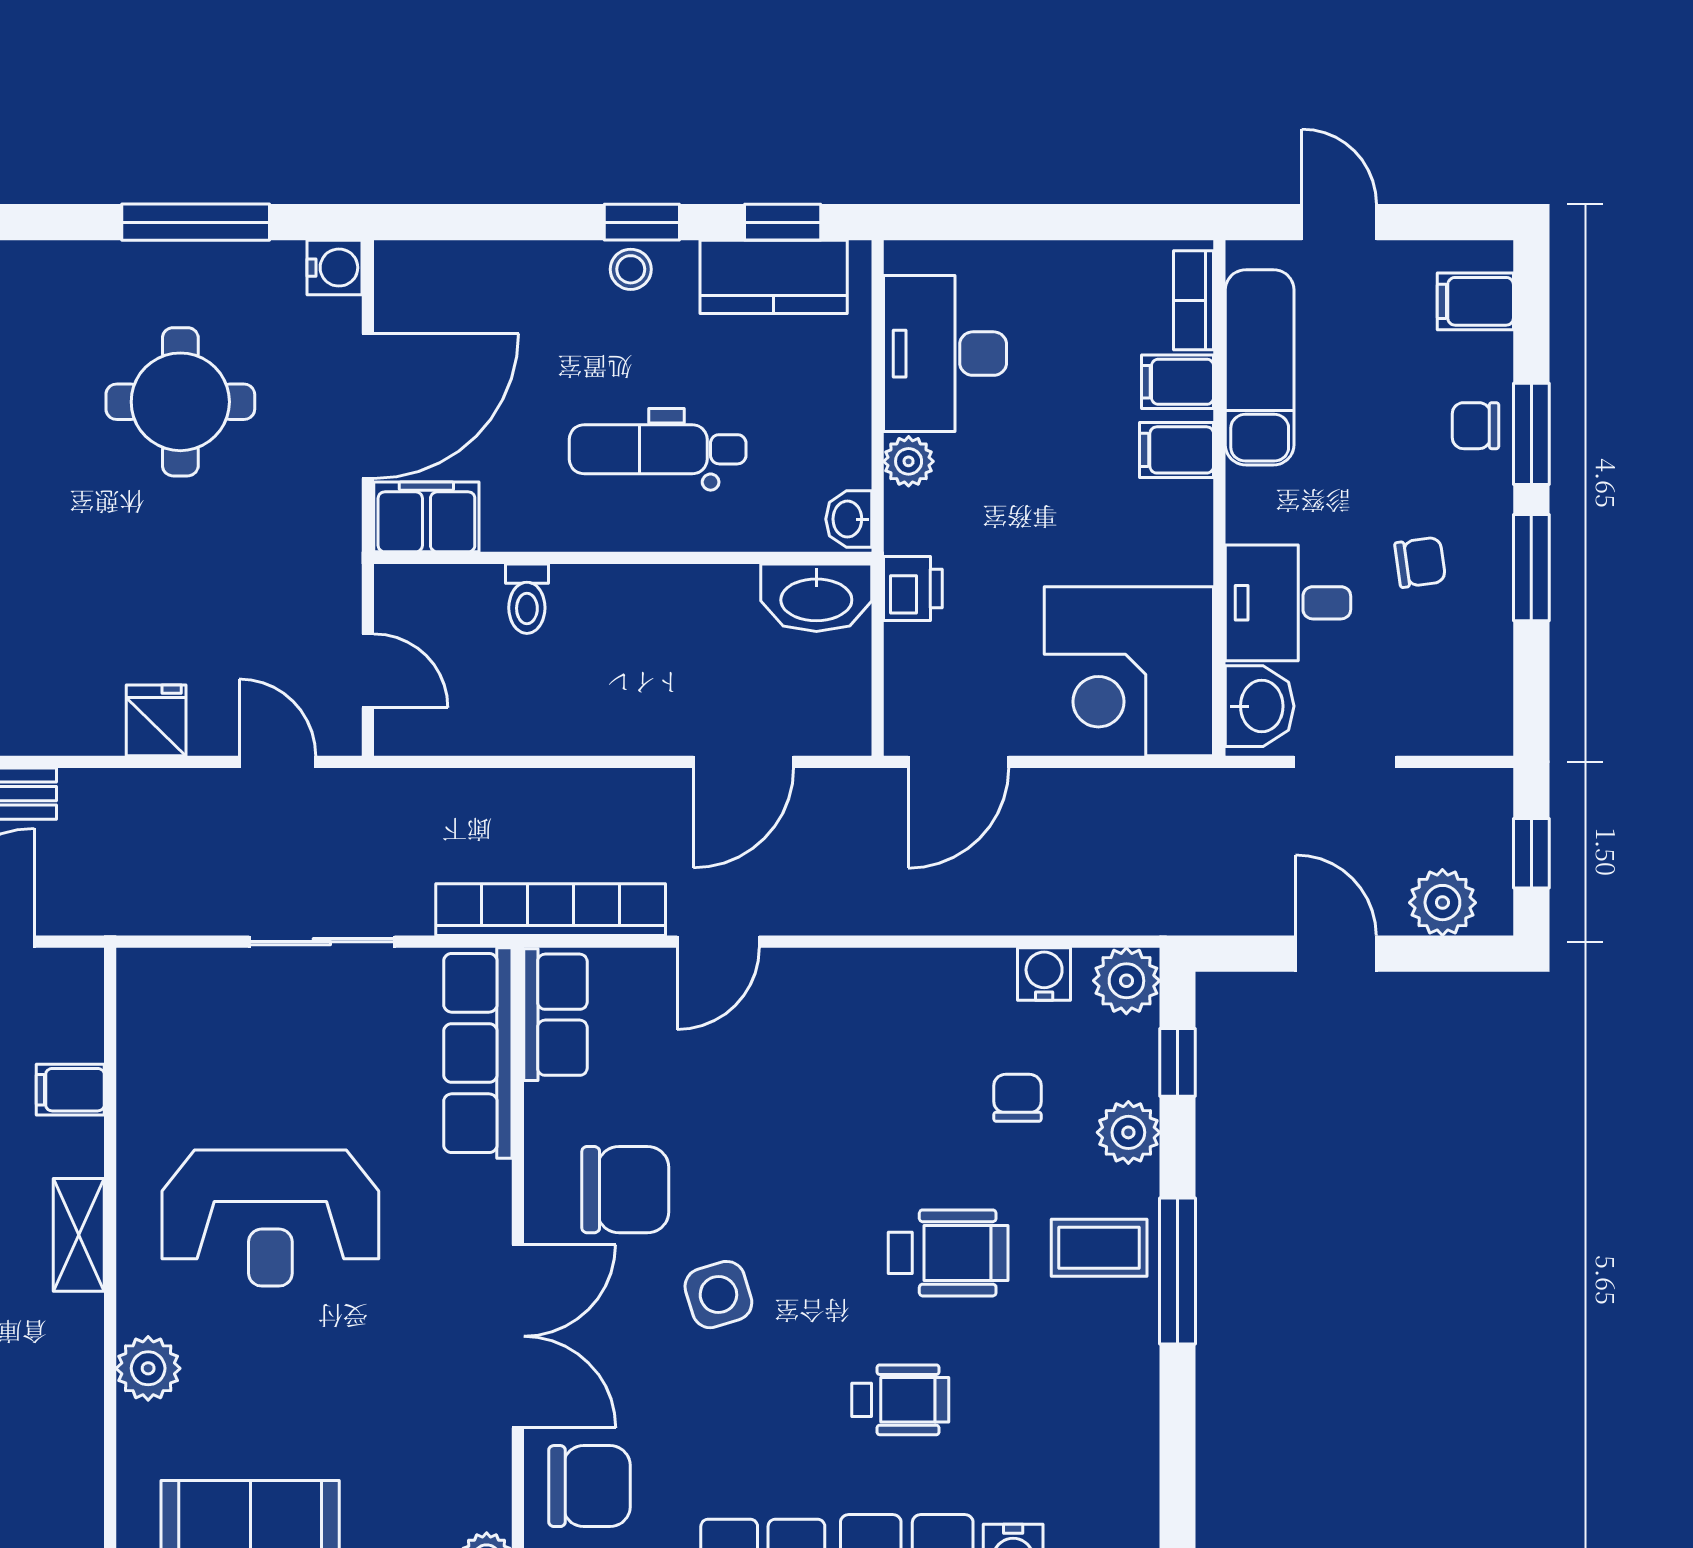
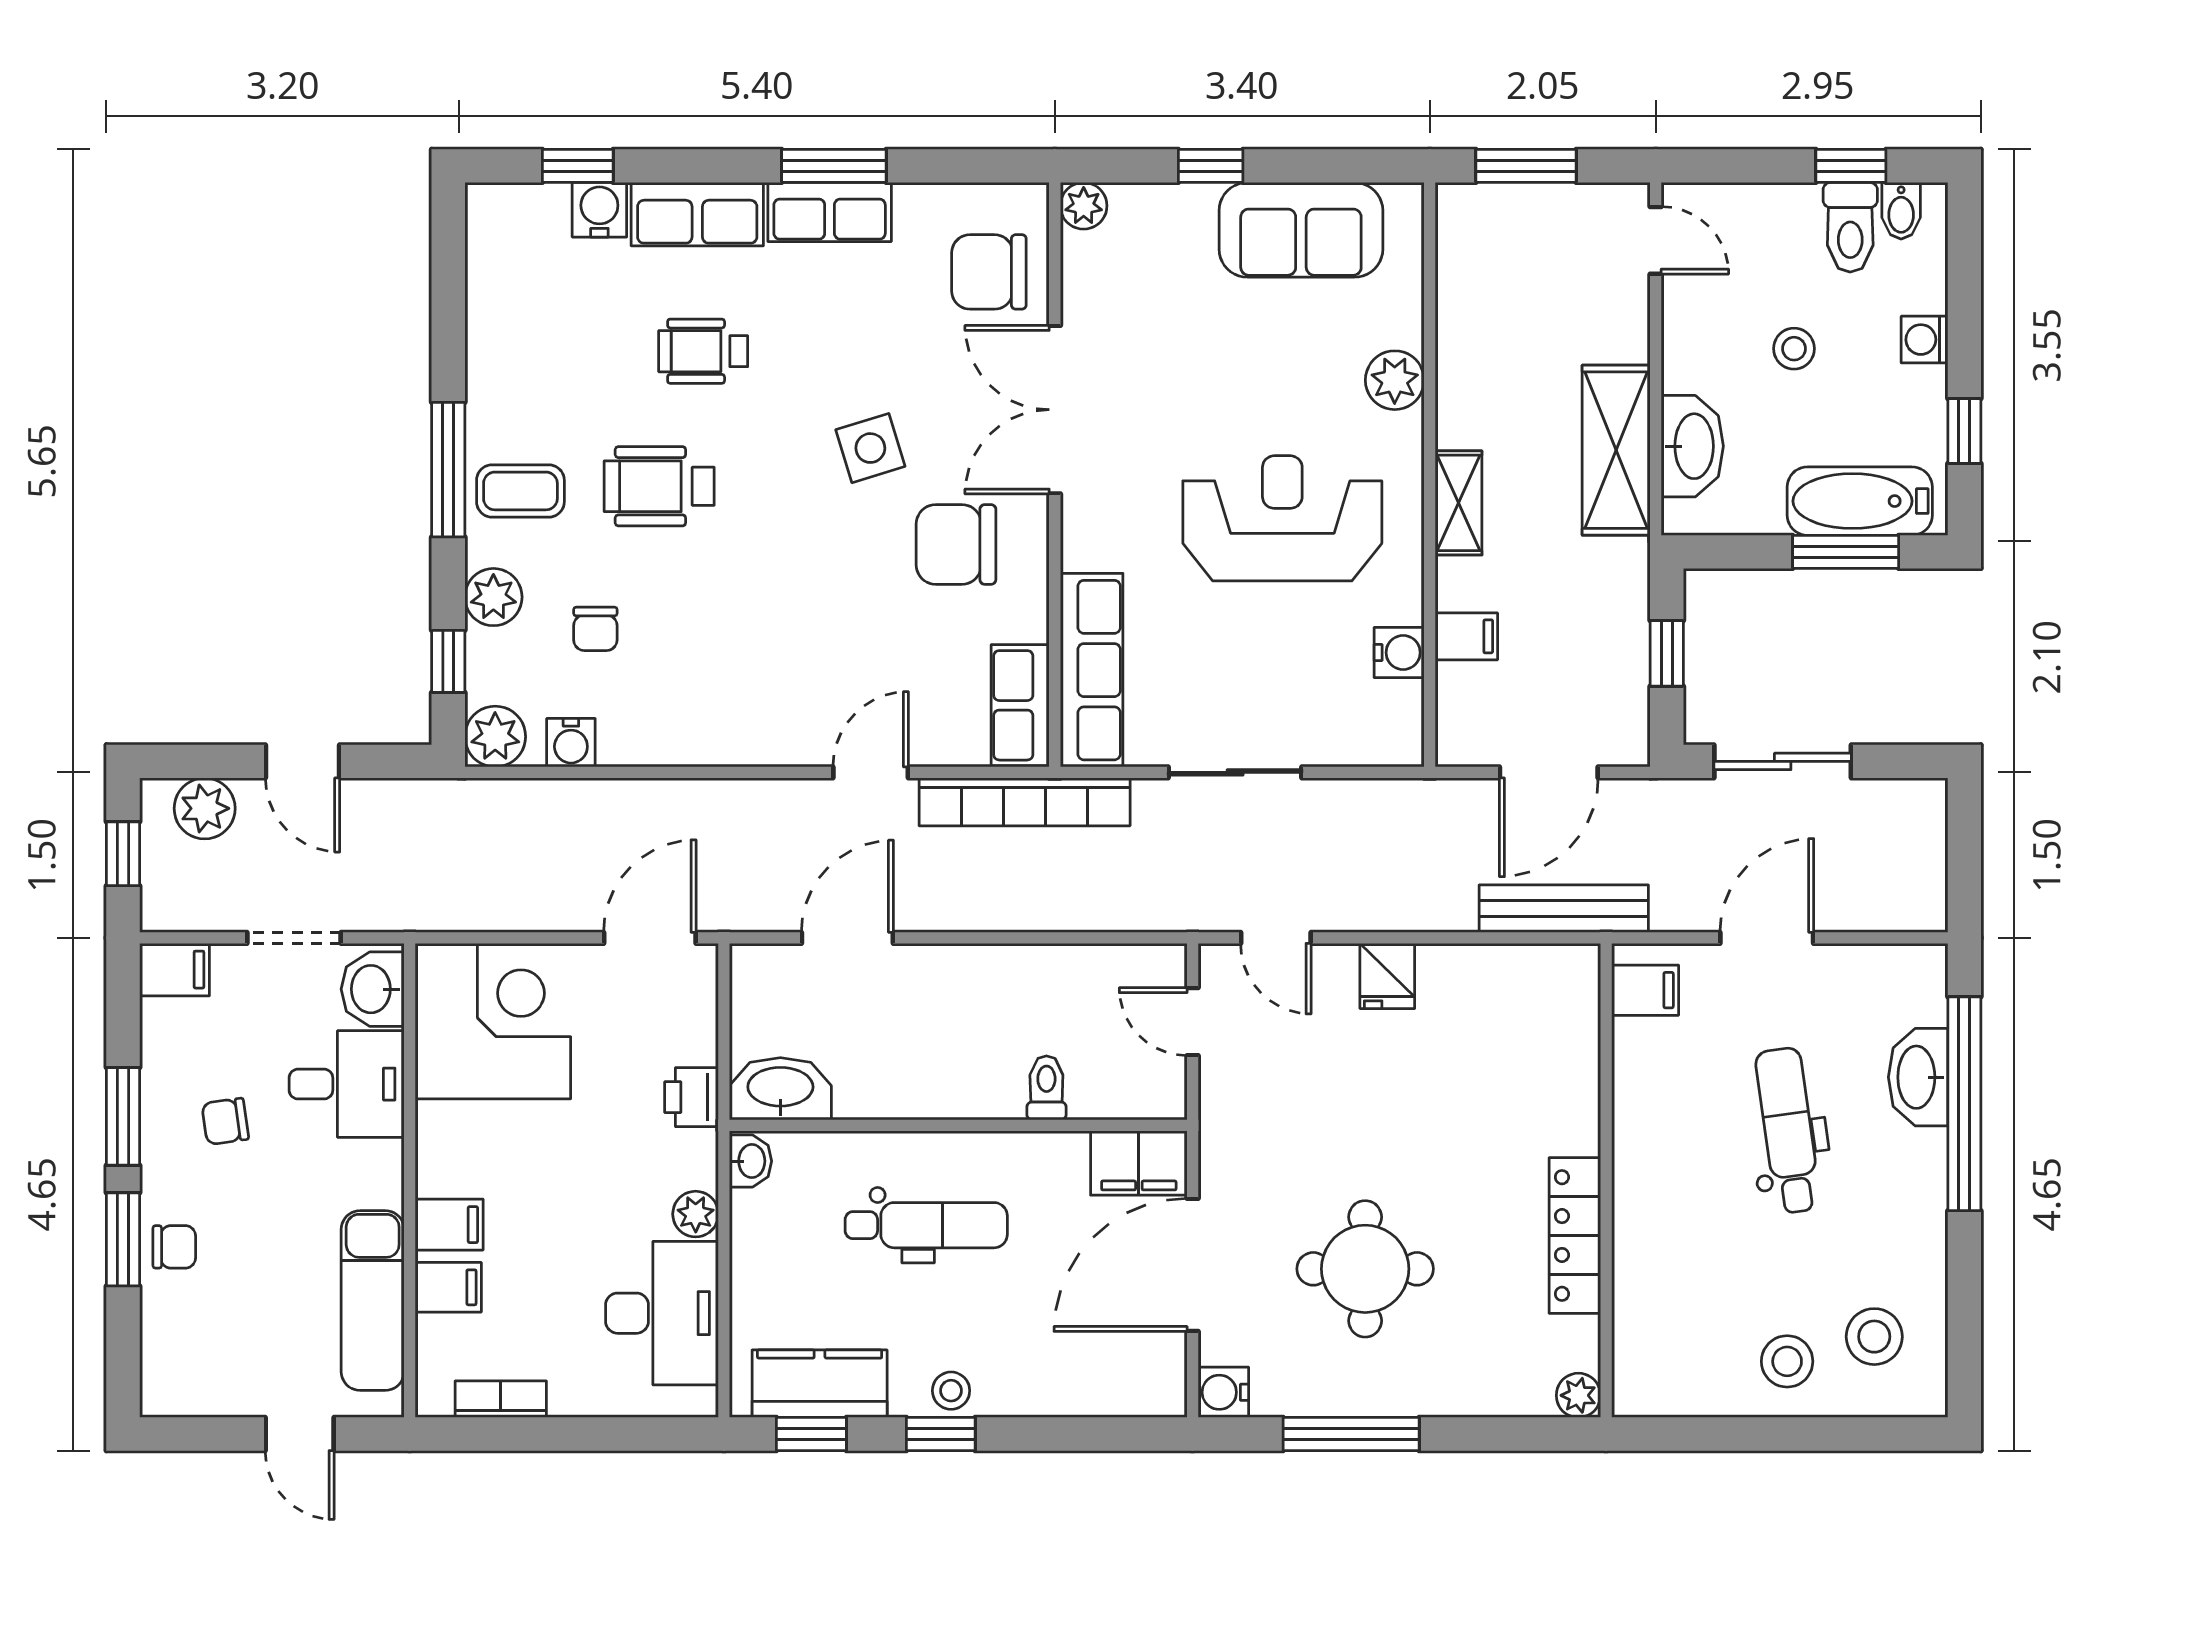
bookcase: (1194, 300) -> (501, 1399), moved, turned -90
filing cabinet: (1475, 301) -> (174, 970), moved
water cooler: (143, 1072) -> (1399, 653), added

